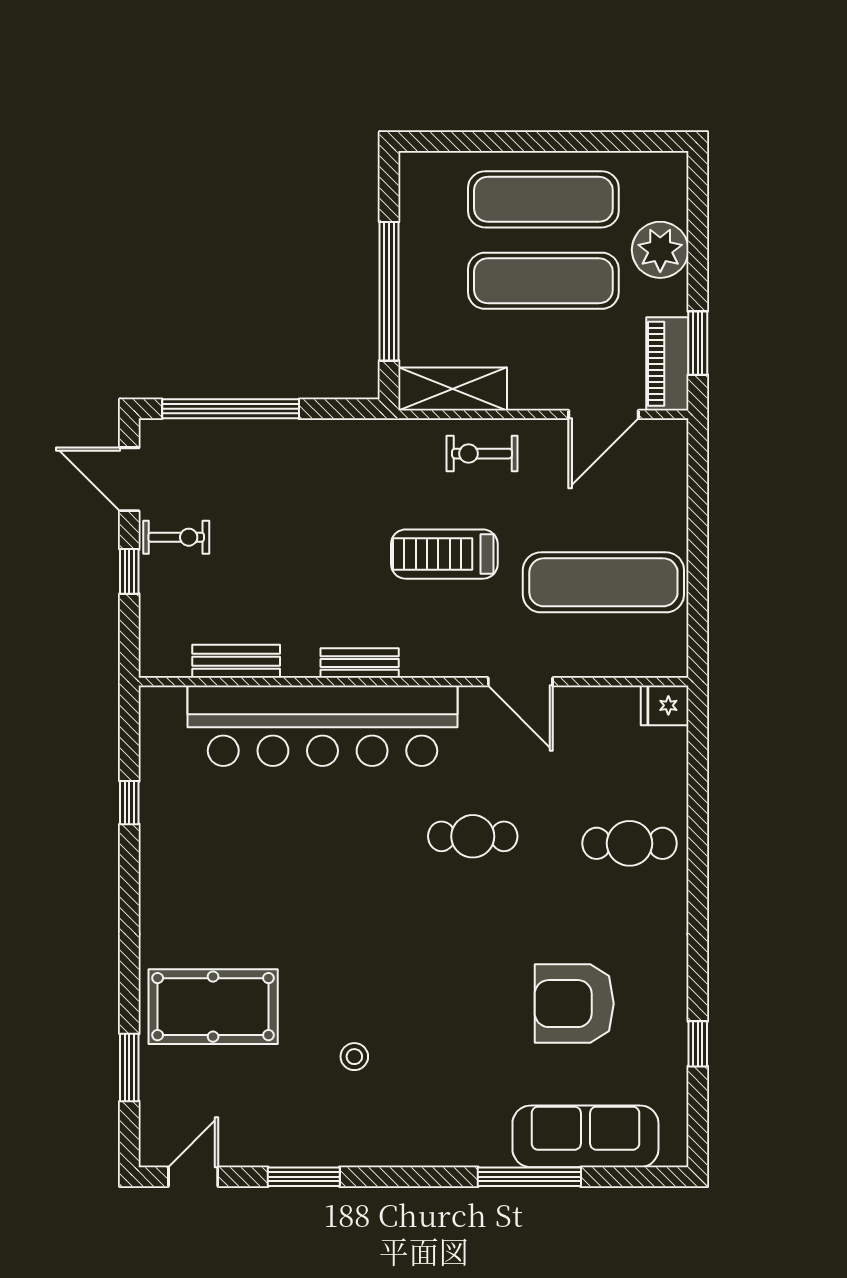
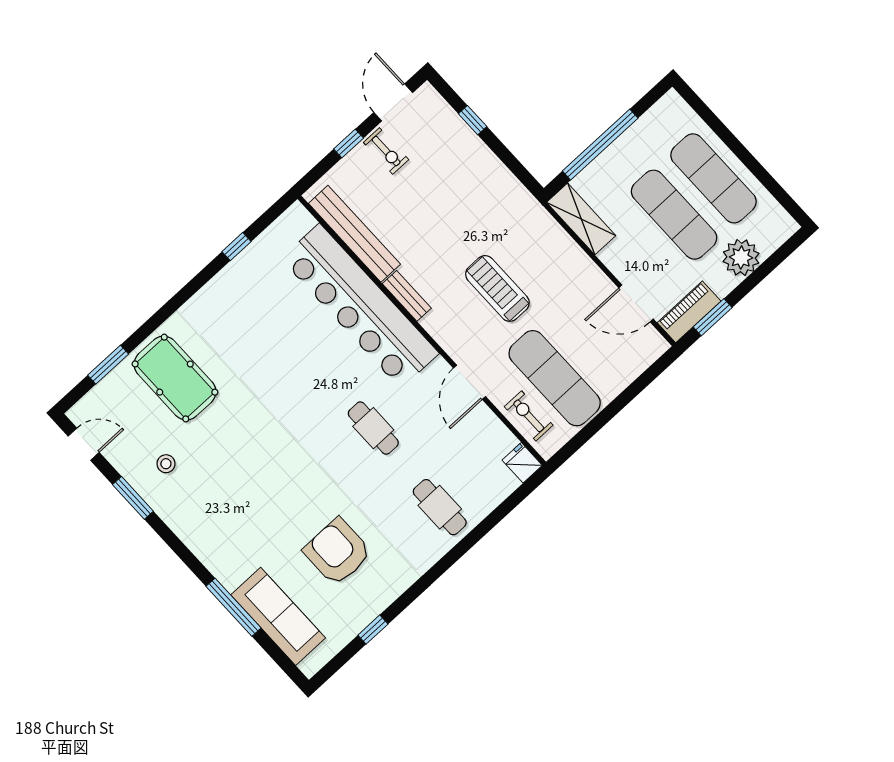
window: (231, 409) -> (473, 120), width x0.32
exercise bike: (482, 454) -> (529, 416), moved
bench: (236, 661) -> (354, 234), width x1.86, depth x1.21
stool: (354, 1057) -> (166, 464), moved

